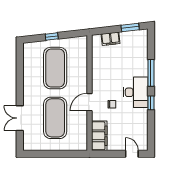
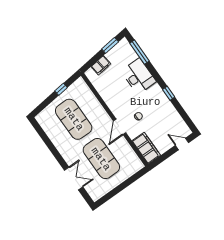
window: (52, 36) -> (61, 89), moved
window: (151, 73) -> (140, 52), moved
desk: (136, 92) -> (139, 76), moved
double door: (20, 118) -> (74, 179), swing flipped

